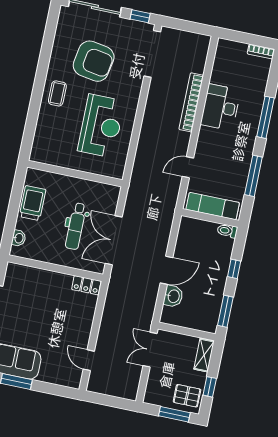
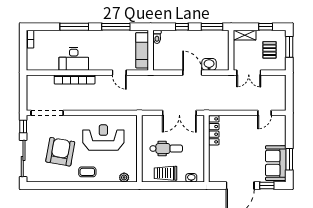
plant: (39, 144) -> (124, 177), added
dental chair: (76, 226) -> (166, 149), moved
locker: (86, 285) -> (214, 130), width x1.53
pallet: (187, 396) -> (269, 50), moved

